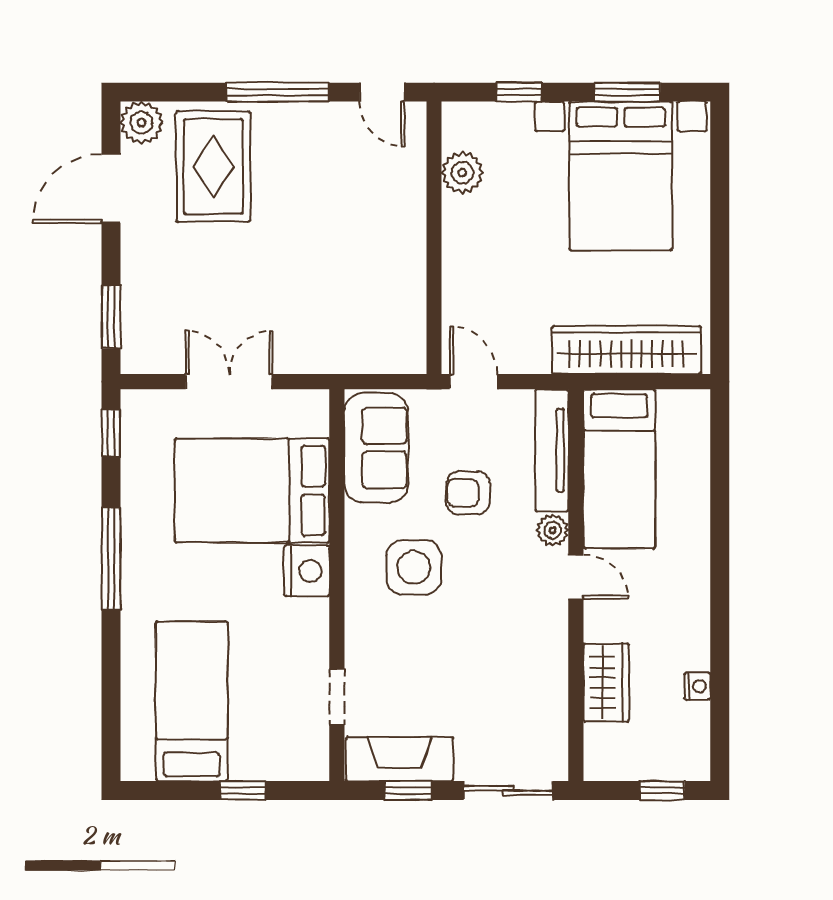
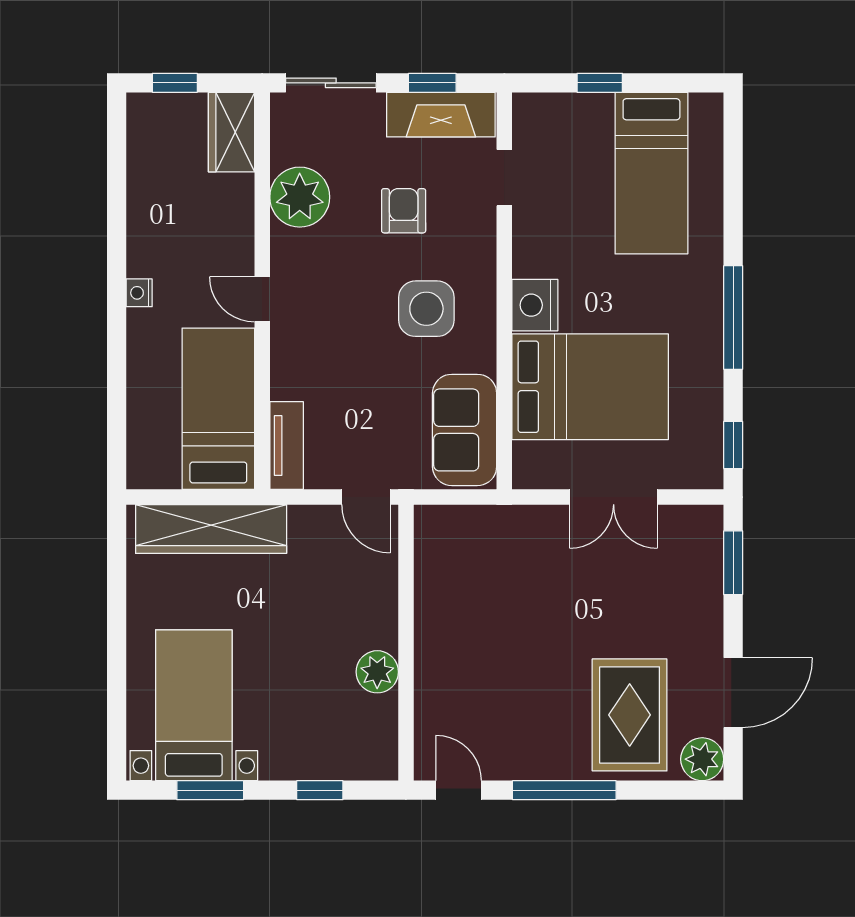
plant: (462, 173) -> (377, 672), moved
bed with nightstands: (621, 176) -> (194, 705), width x0.73
tv unit: (552, 450) -> (287, 445), width x0.71
armchair: (468, 493) -> (404, 211), moved, turned -90
plant: (553, 530) -> (300, 197), moved, width x1.88, depth x1.88
wardrobe: (606, 682) -> (232, 132), moved
nightstand: (697, 686) -> (139, 293), moved

